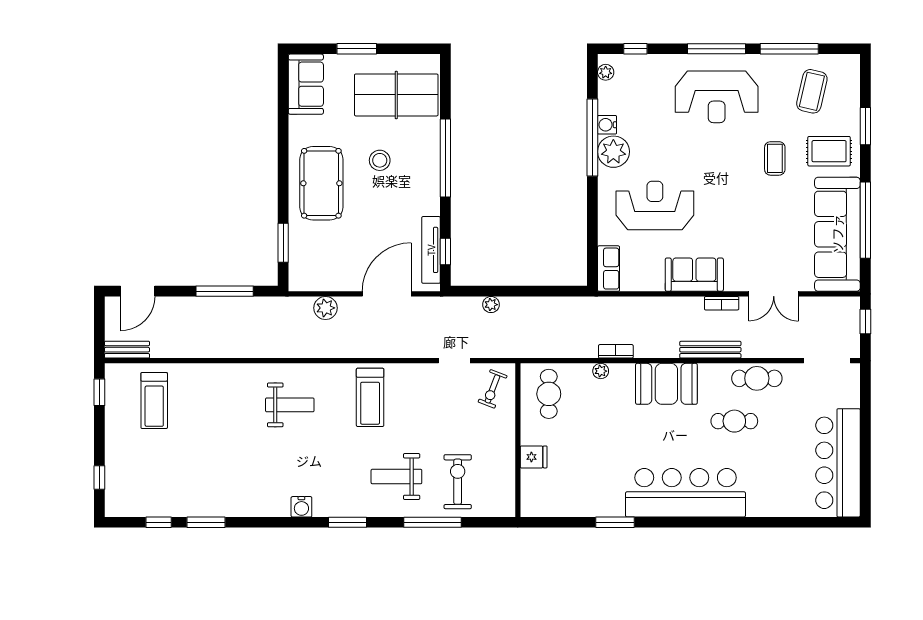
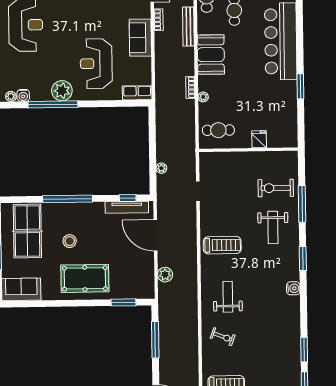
water cooler: (607, 125) -> (23, 95), moved
exercise bike: (493, 389) -> (223, 337), moved

